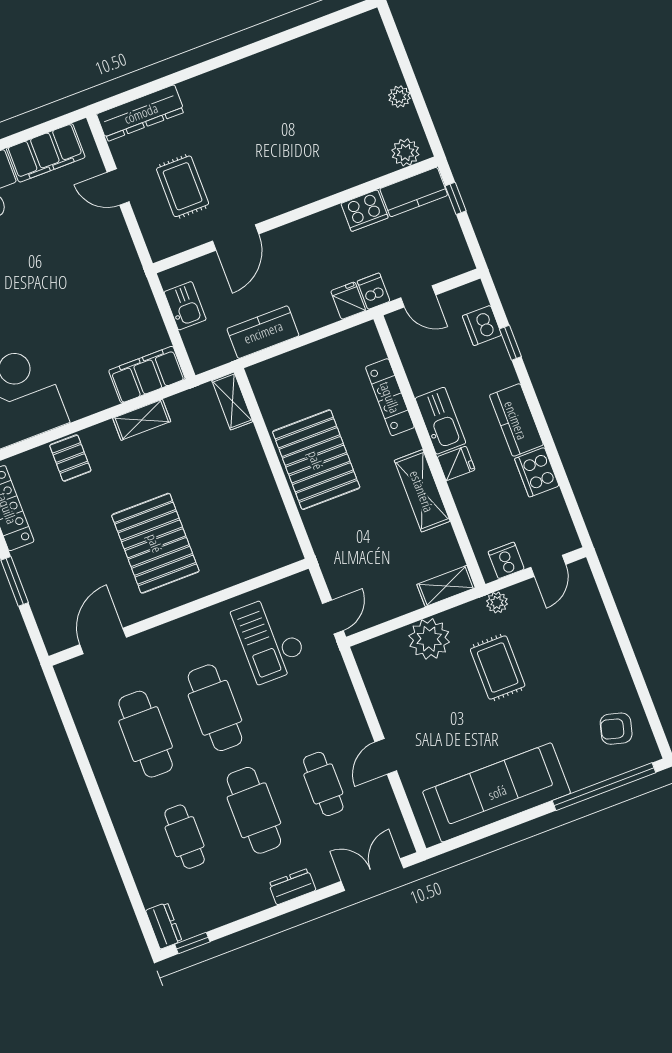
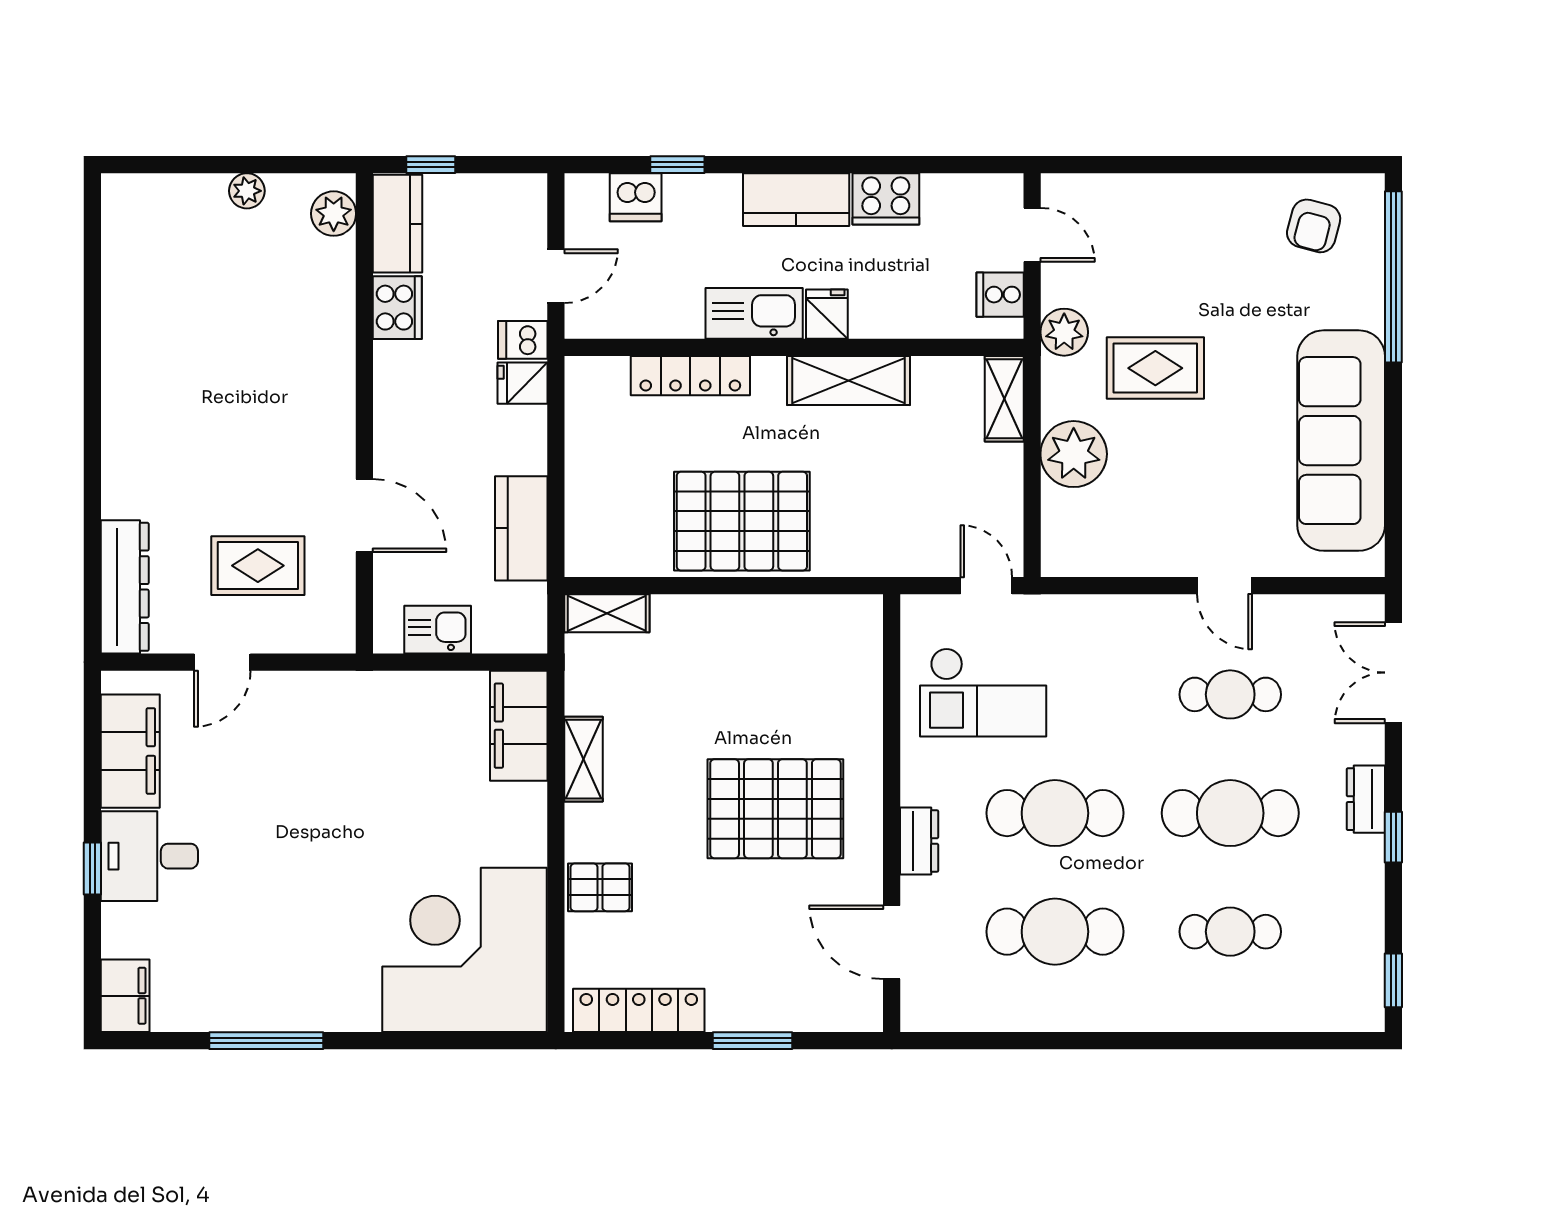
plant: (497, 602) -> (1064, 332), width x1.38, depth x1.38
window: (276, 911) -> (1393, 837), added
dresser: (164, 926) -> (919, 841), moved, turned 90

